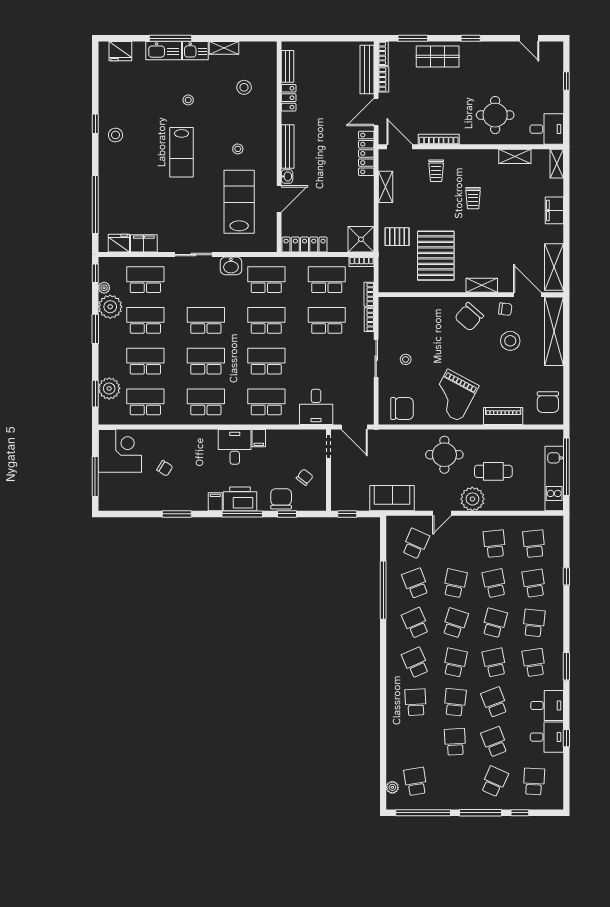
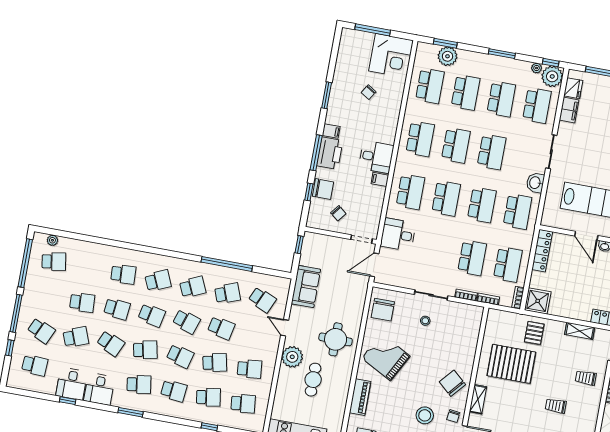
plant: (110, 307) -> (552, 76), moved
school desk: (494, 702) -> (111, 343), turned 45

